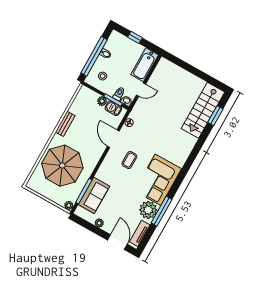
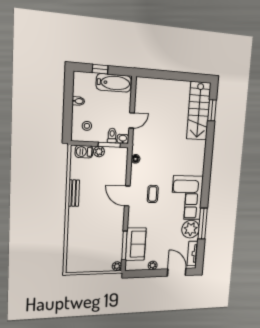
window: (94, 56) -> (68, 110), removed
bathtub: (145, 65) -> (114, 83), moved, turned -90
barbecue: (113, 108) -> (84, 152), moved
door: (113, 139) -> (127, 196), moved
parasol: (62, 166) -> (92, 234), removed

